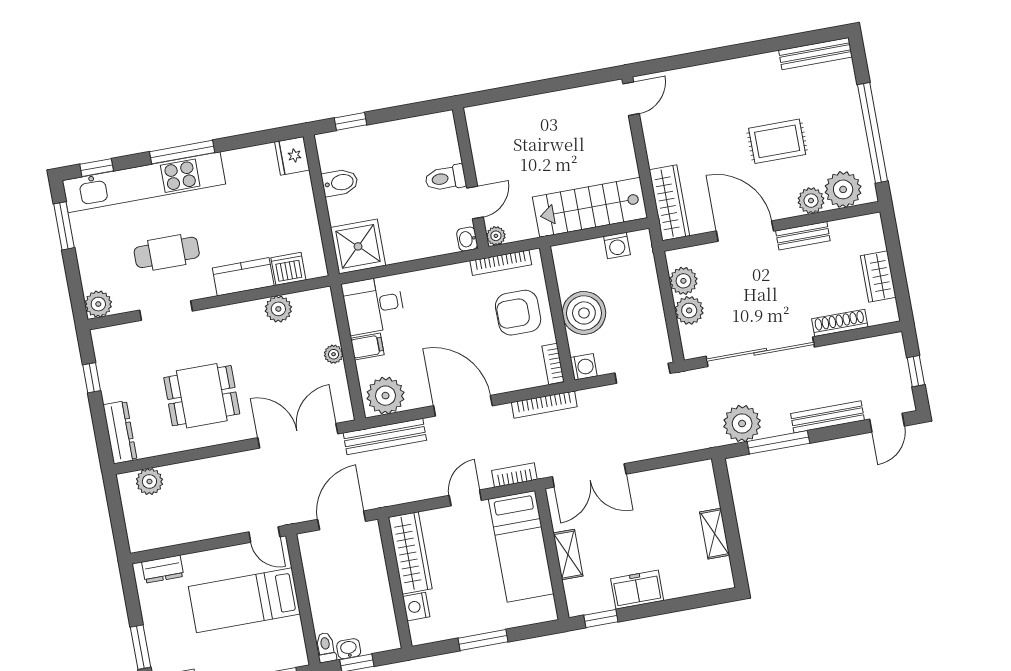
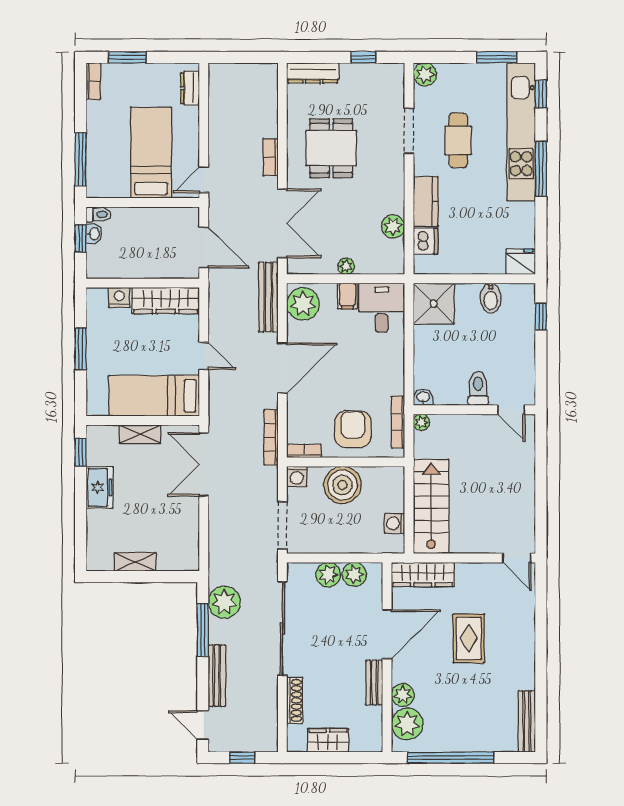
rug: (777, 141) -> (469, 638), moved
door: (475, 202) -> (511, 410), moved
bookcase: (514, 475) -> (271, 157), moved, turned 180
plant: (149, 481) -> (266, 90), removed

